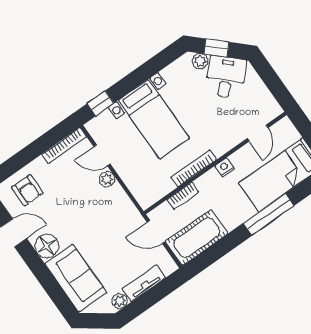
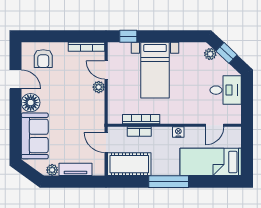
desk: (226, 77) -> (226, 90), moved, turned 47
bookcase: (194, 169) -> (141, 119), moved
window: (269, 214) -> (169, 182), moved

